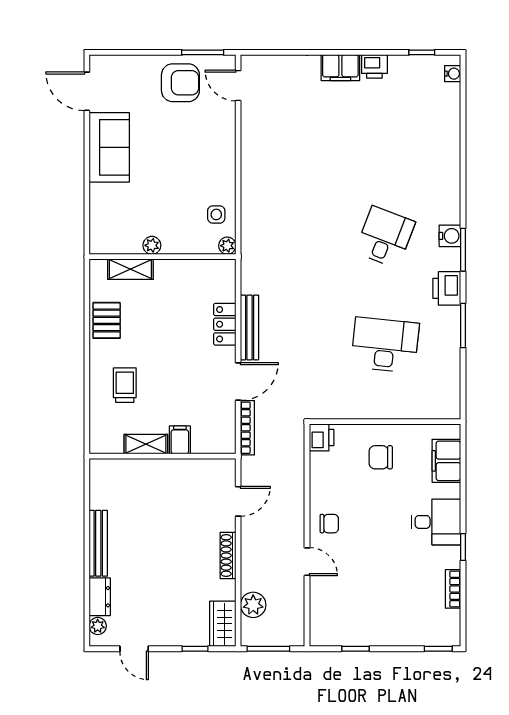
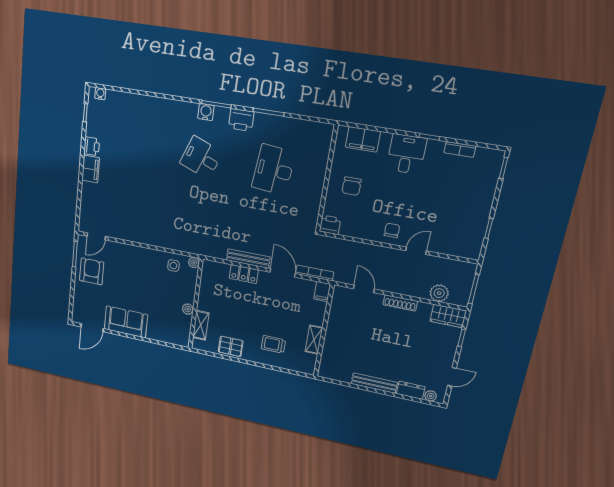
filing cabinet: (180, 440) -> (322, 292), moved, turned -90

